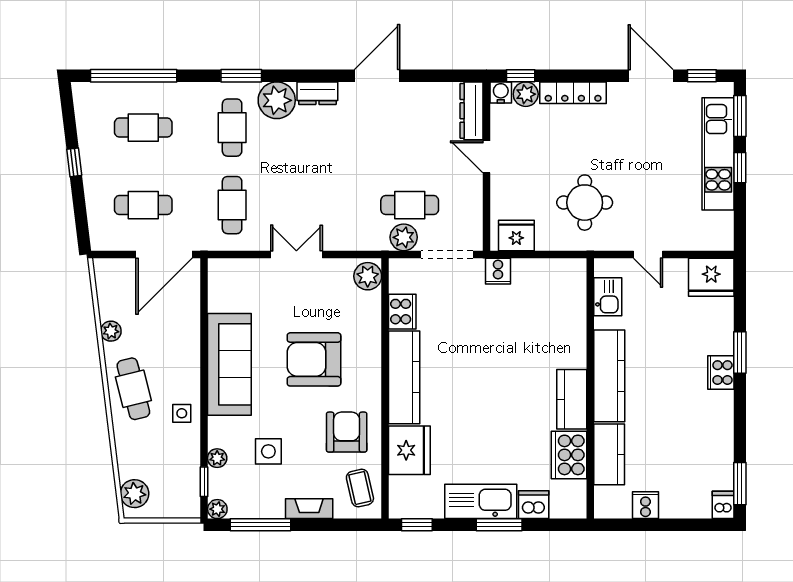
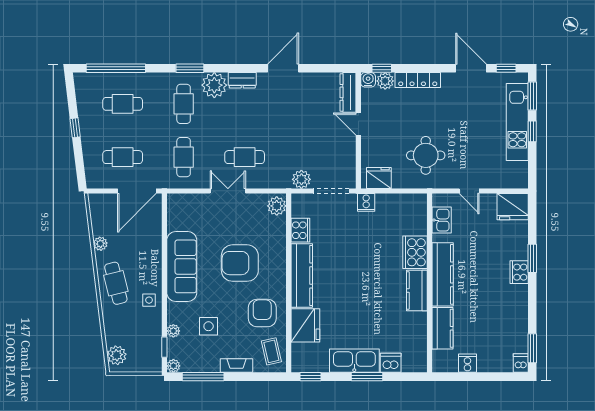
cafe table: (410, 205) -> (245, 157), moved
cooker: (569, 455) -> (415, 252), moved

